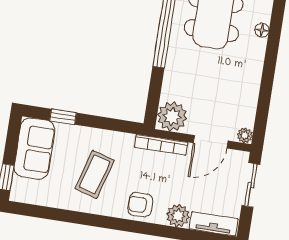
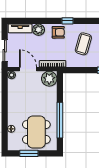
door: (211, 142) -> (28, 69), hinge flipped
window: (119, 224) -> (67, 21), added

